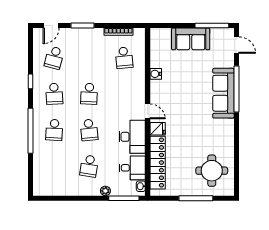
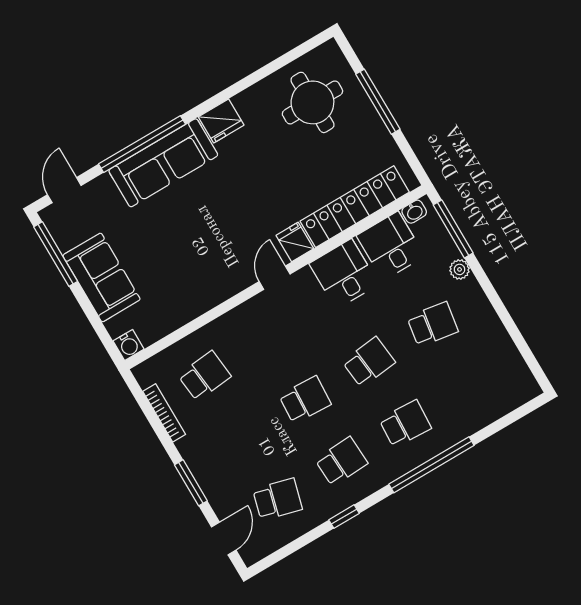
door: (51, 26) -> (224, 538), hinge flipped
water cooler: (156, 74) -> (129, 345), moved
fridge: (227, 128) -> (221, 121), added
desk: (132, 137) -> (344, 274), width x0.73

